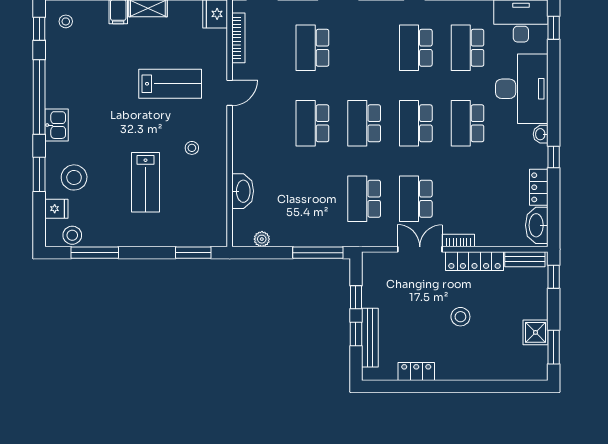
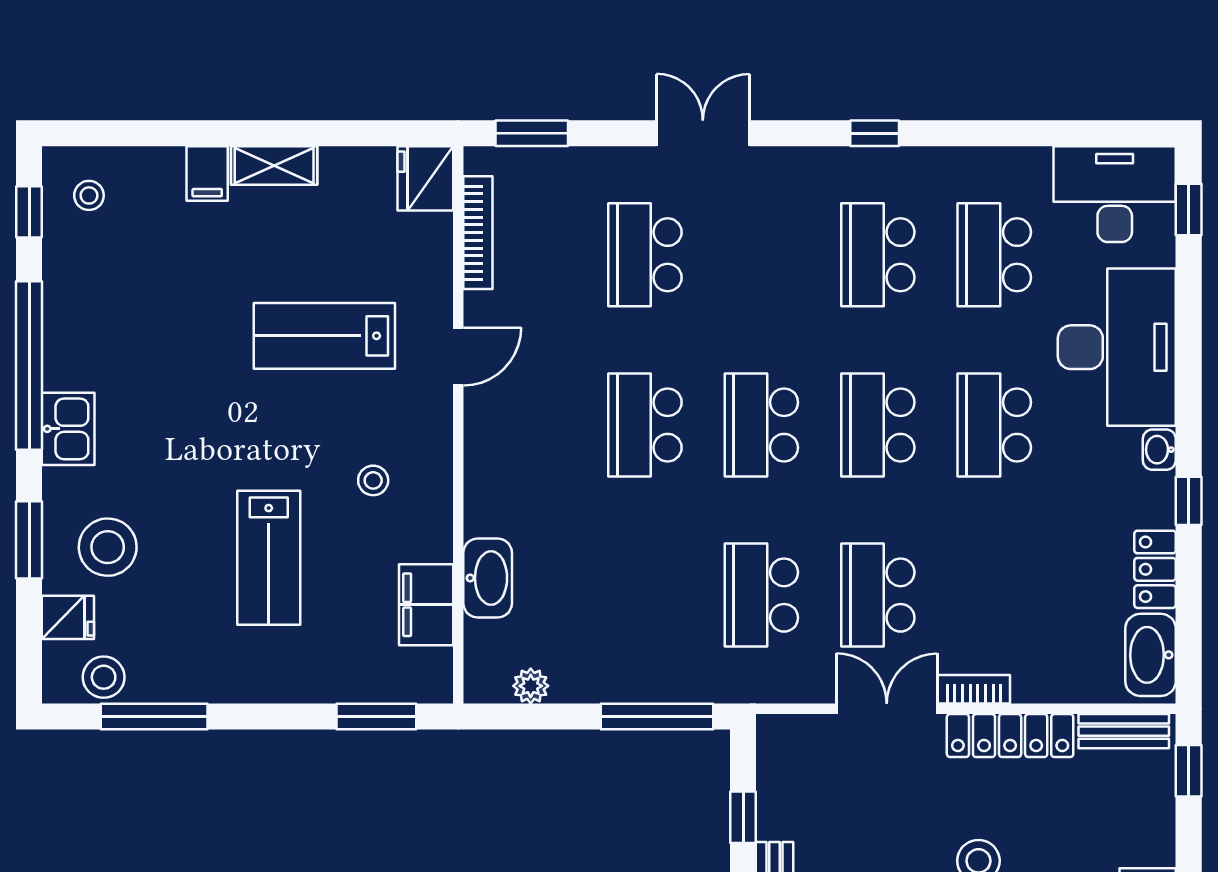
lab bench: (170, 84) -> (324, 336), turned 180
filing cabinet: (215, 203) -> (426, 605), added

